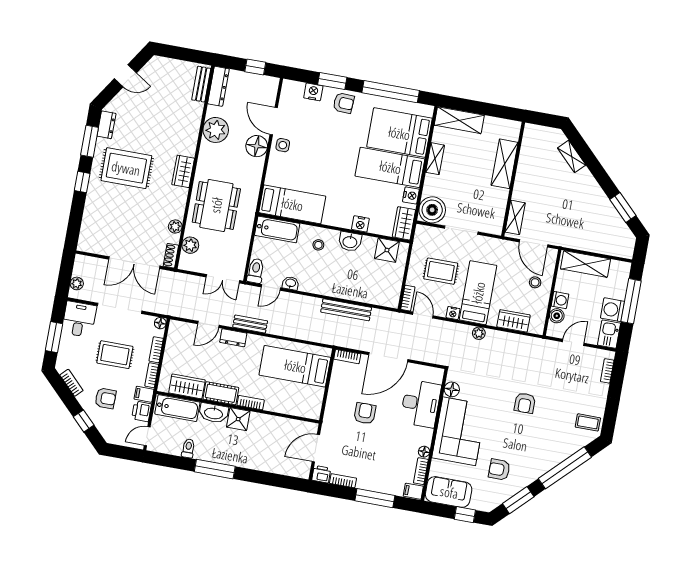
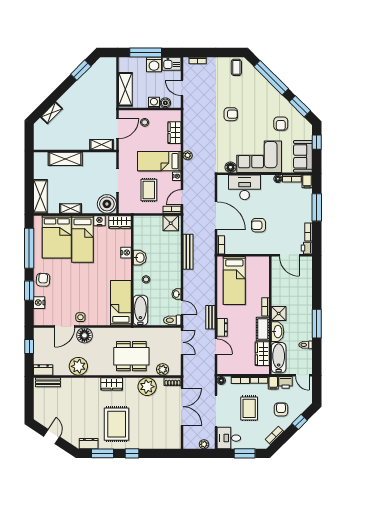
dresser: (218, 86) -> (43, 370), width x0.70
plant: (175, 226) -> (147, 387), width x1.88, depth x1.88
shower: (387, 250) -> (171, 223), moved

